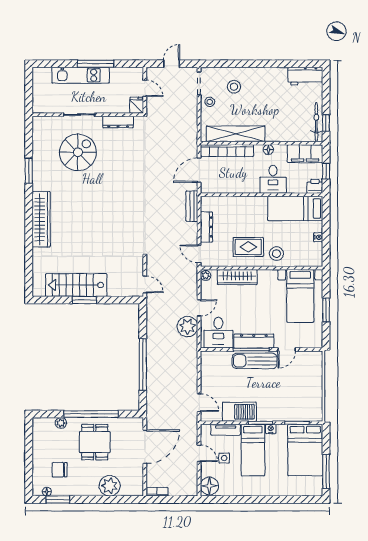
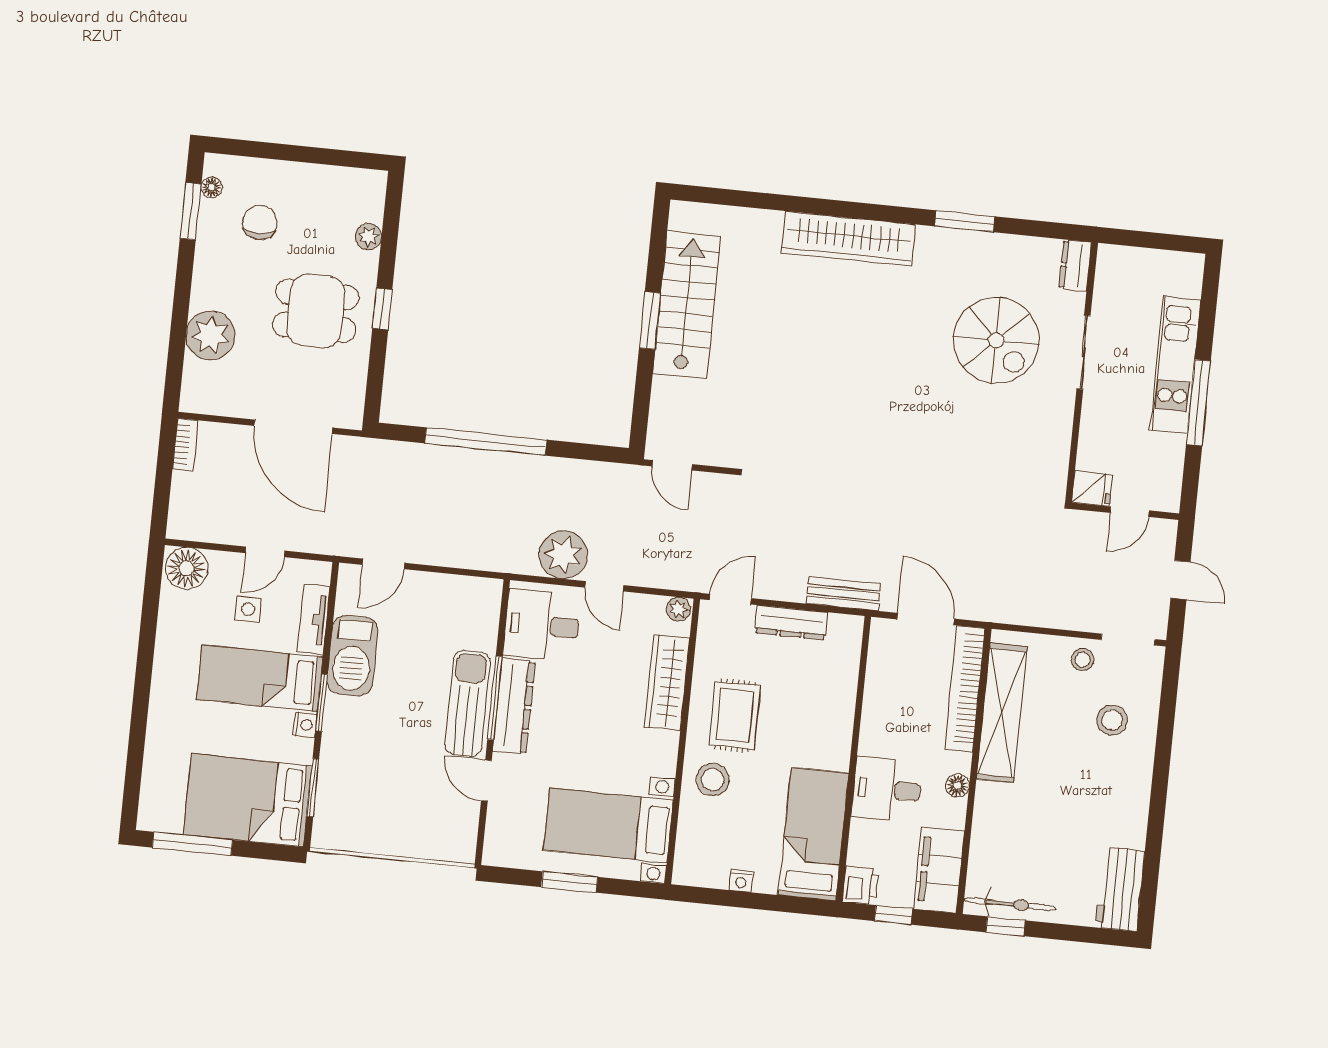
dresser: (118, 122) -> (1075, 265), moved, width x0.70
door: (145, 284) -> (672, 465), hinge flipped
window: (91, 414) -> (382, 309), width x0.32

